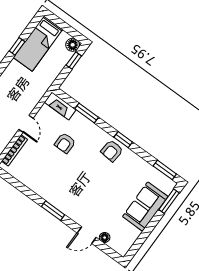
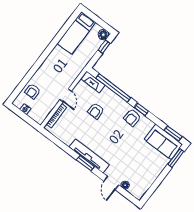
window: (17, 46) -> (60, 35), removed
window: (87, 113) -> (113, 88), width x2.11
tv unit: (58, 201) -> (89, 156), added
sofa: (145, 207) -> (163, 142), moved, turned -90
door: (87, 235) -> (111, 183), hinge flipped

